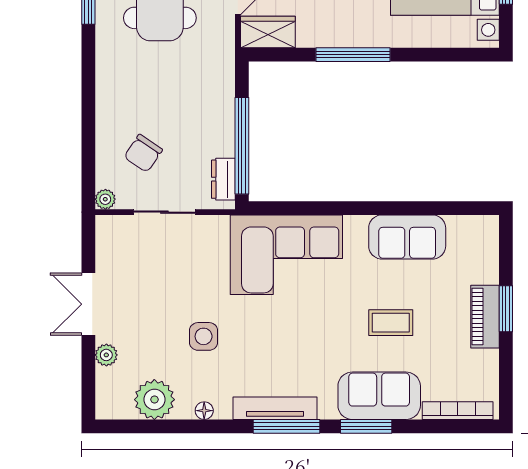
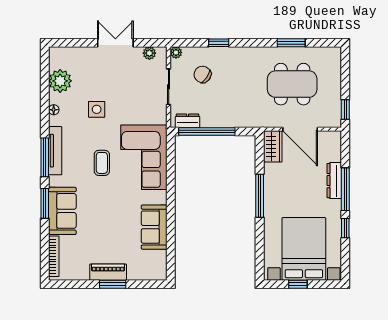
window: (88, 125) -> (219, 43), added
coffee table: (391, 323) -> (102, 163), moved
plant: (106, 355) -> (149, 53), moved

